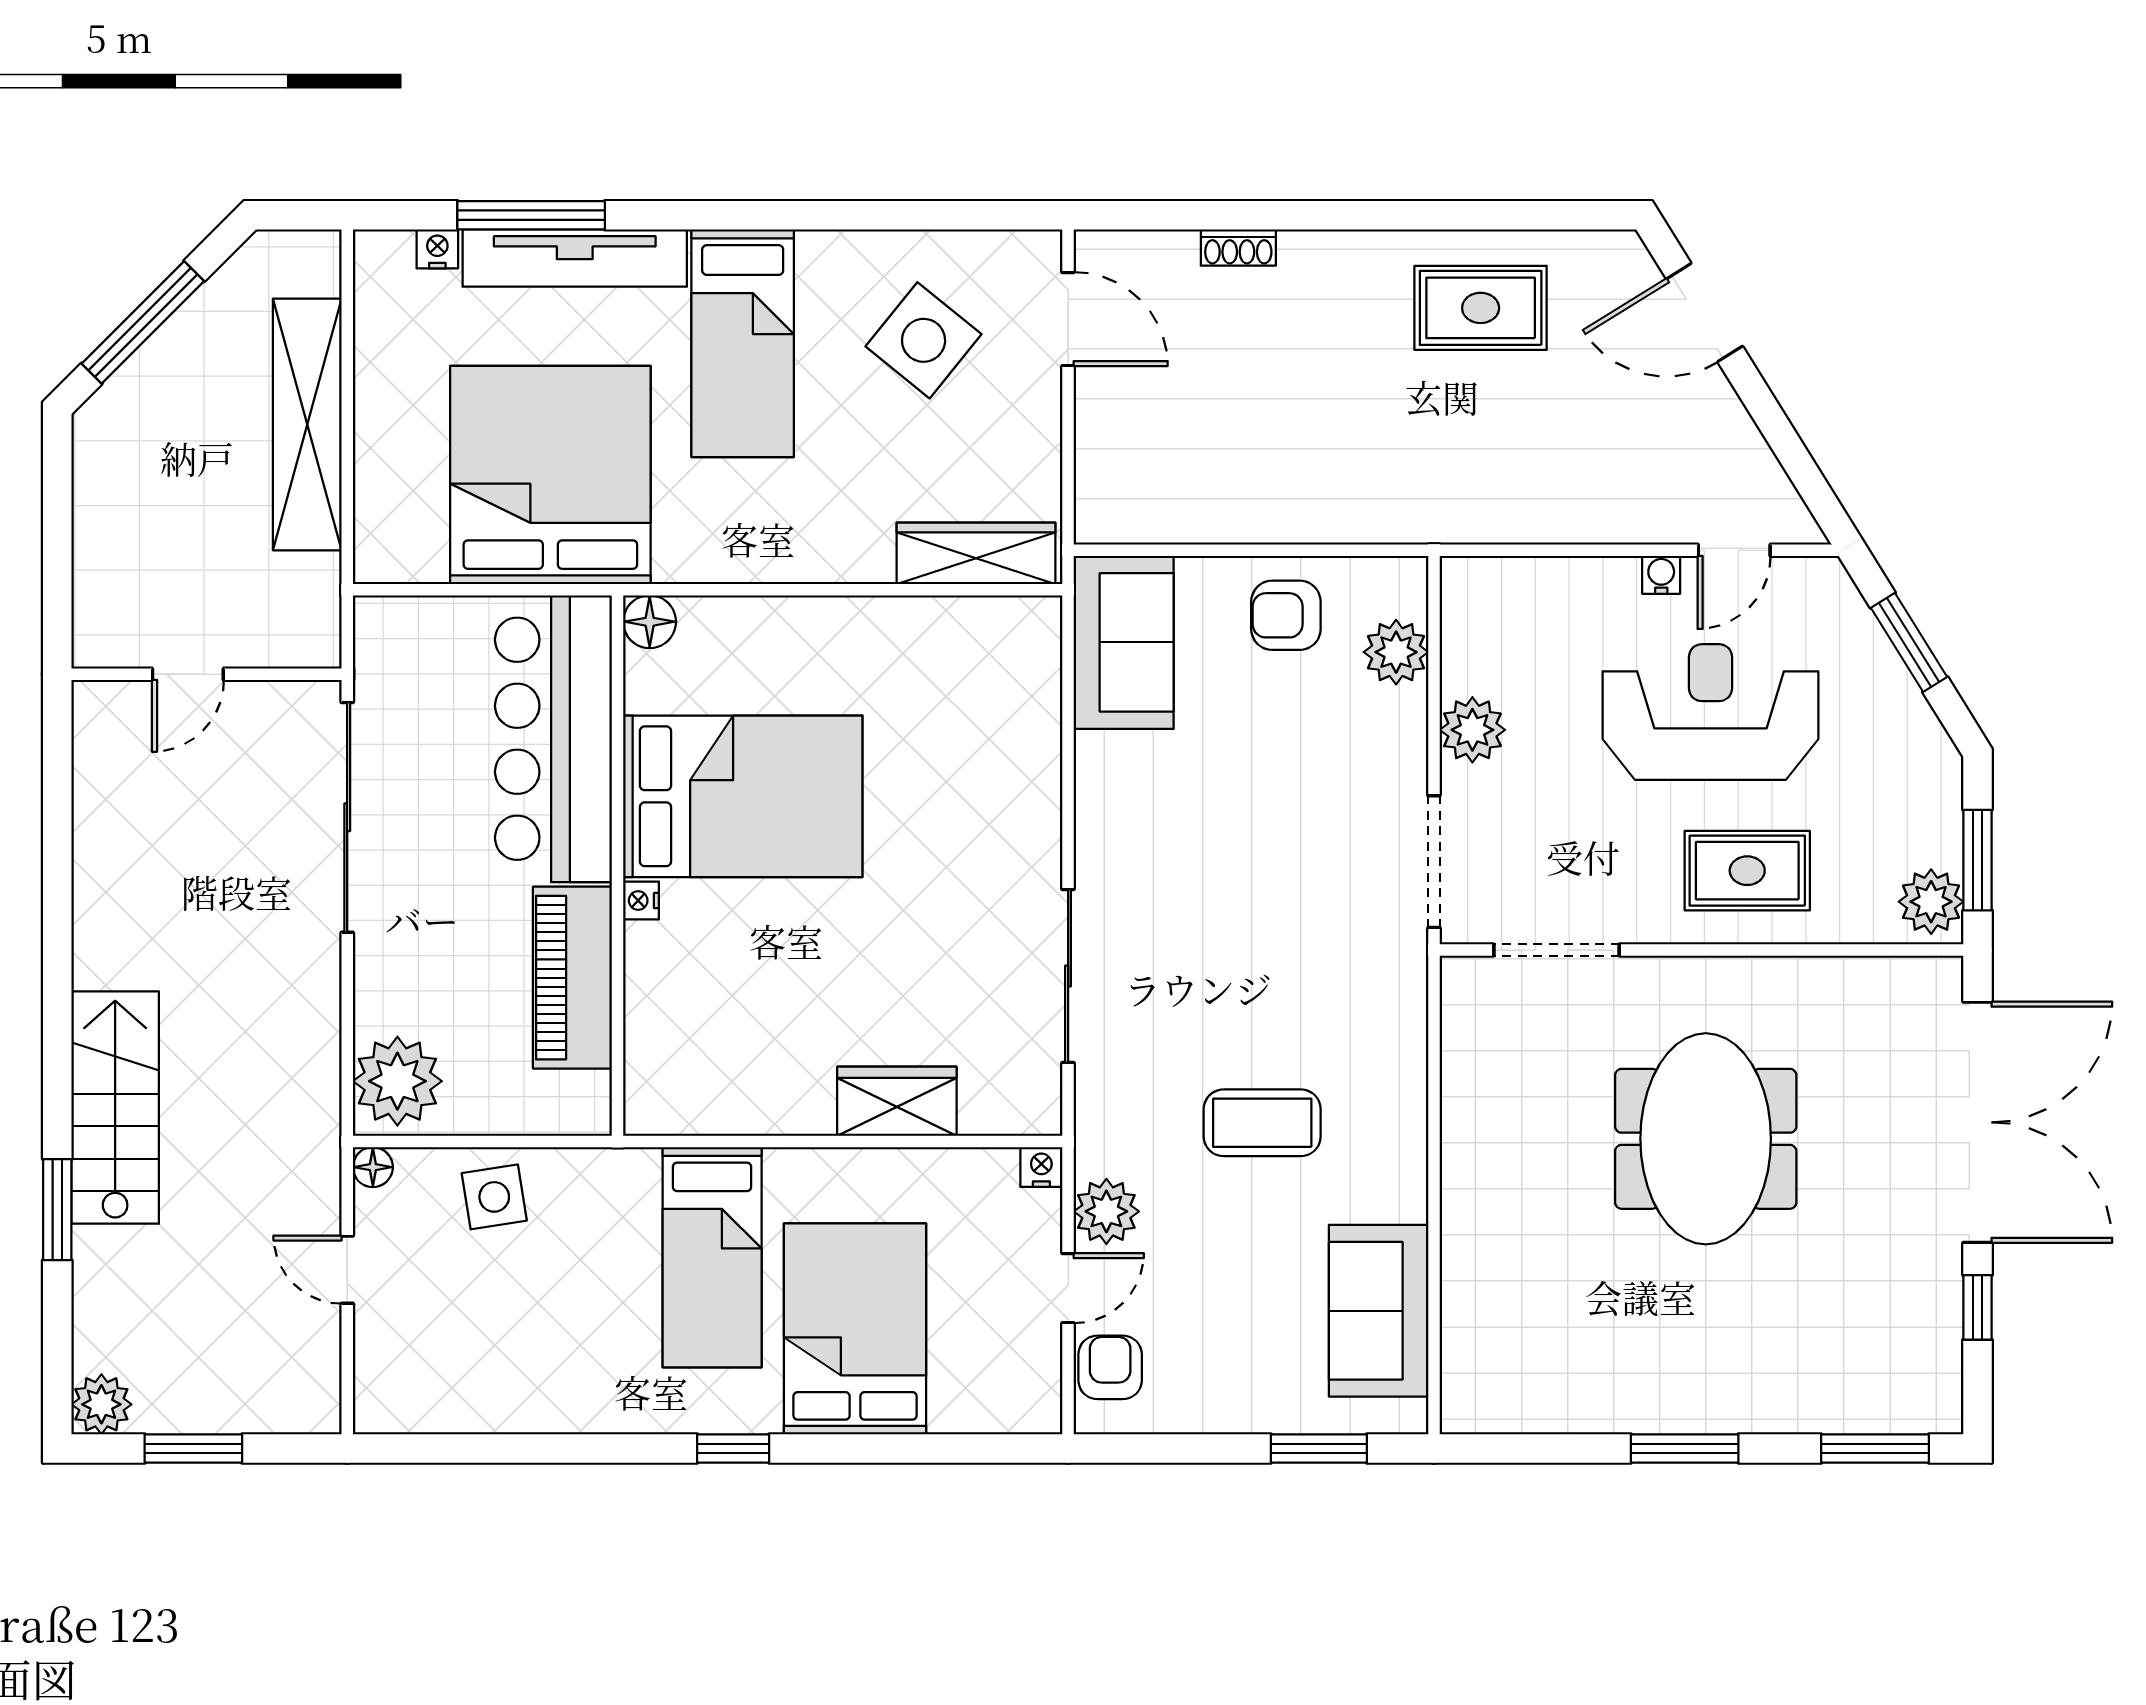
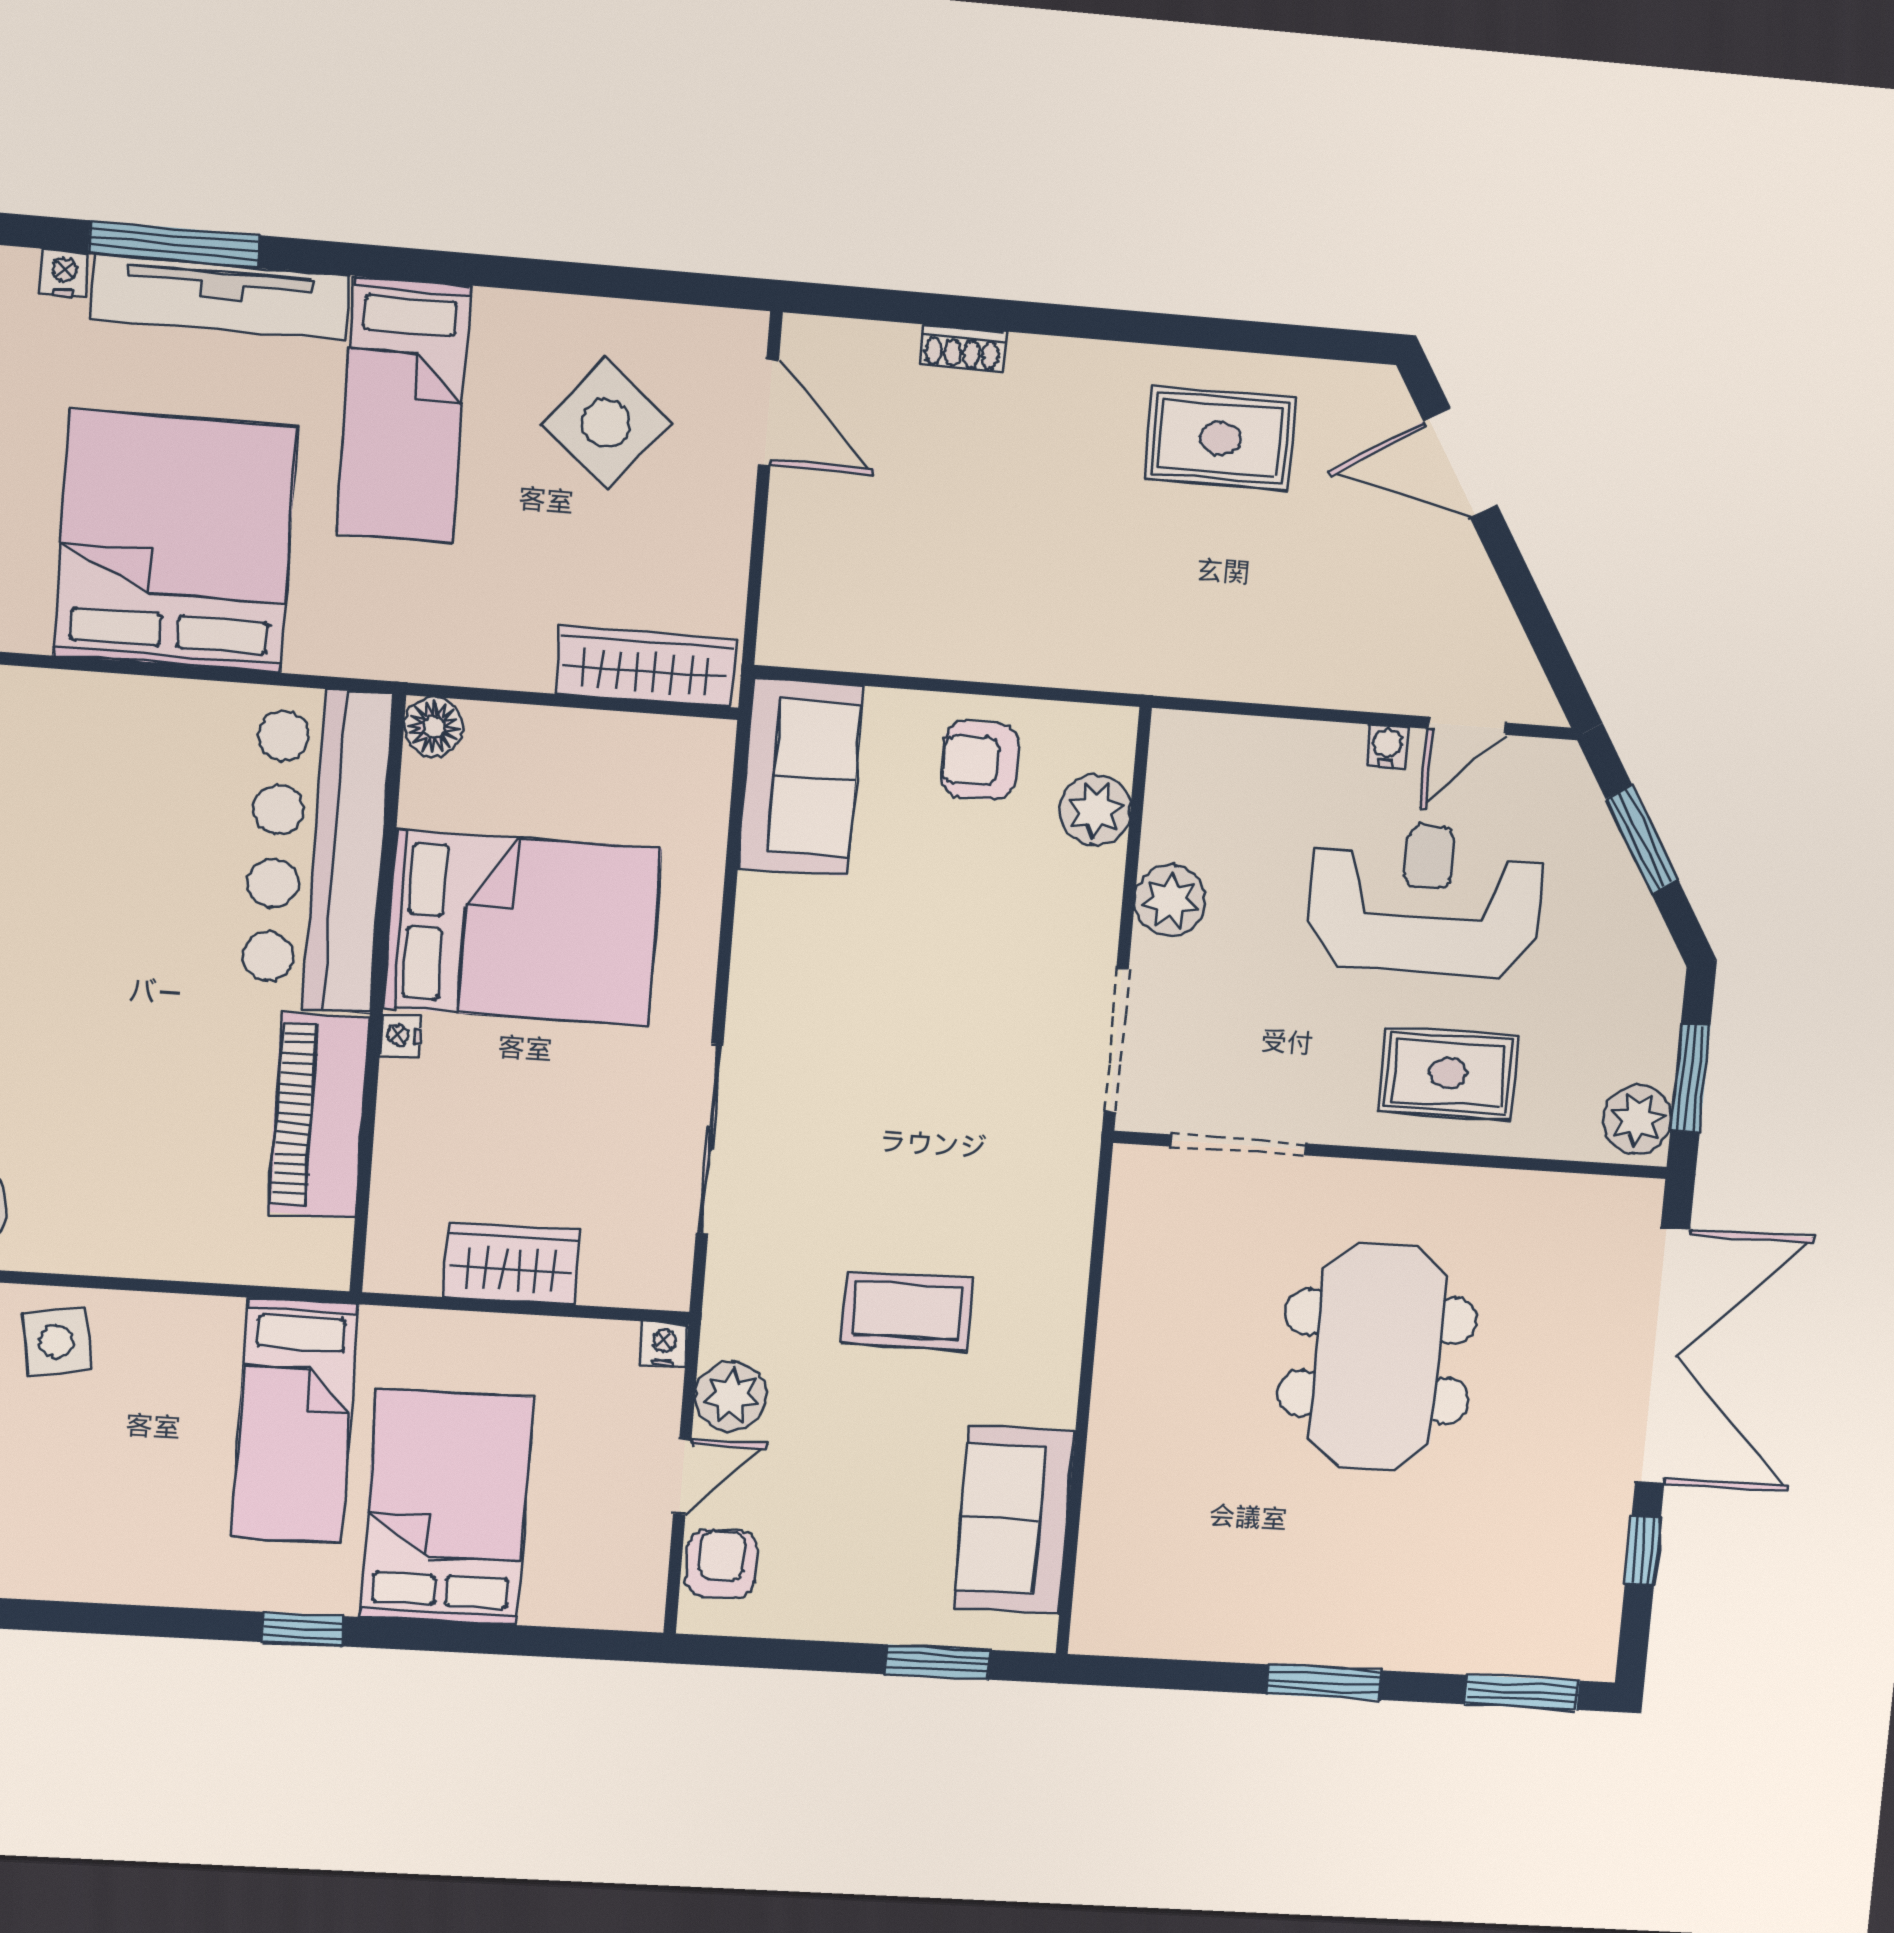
floor lamp: (650, 622) -> (434, 727), moved
bar counter: (553, 739) -> (317, 849), moved
bed: (743, 796) -> (523, 928), moved
wall: (618, 866) -> (378, 995), moved
nightstand: (641, 901) -> (401, 1035), moved
piano: (572, 978) -> (318, 1115), moved

